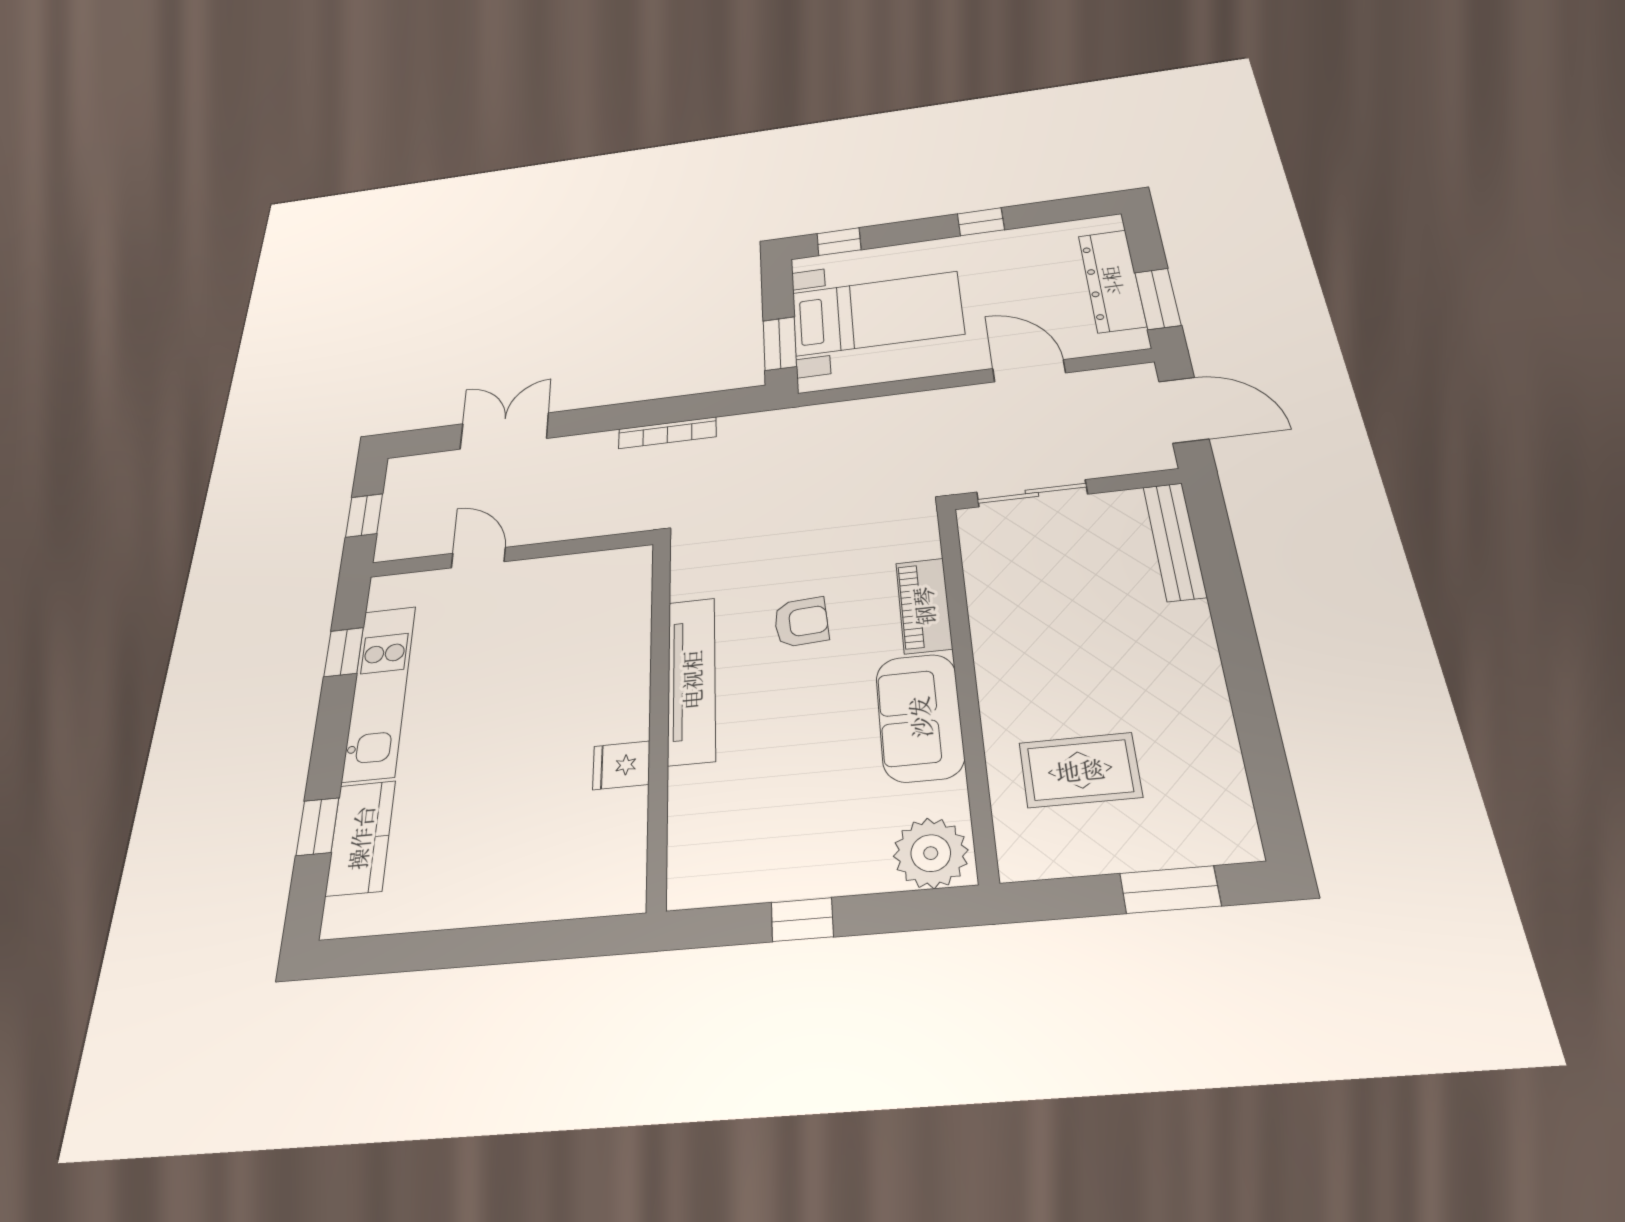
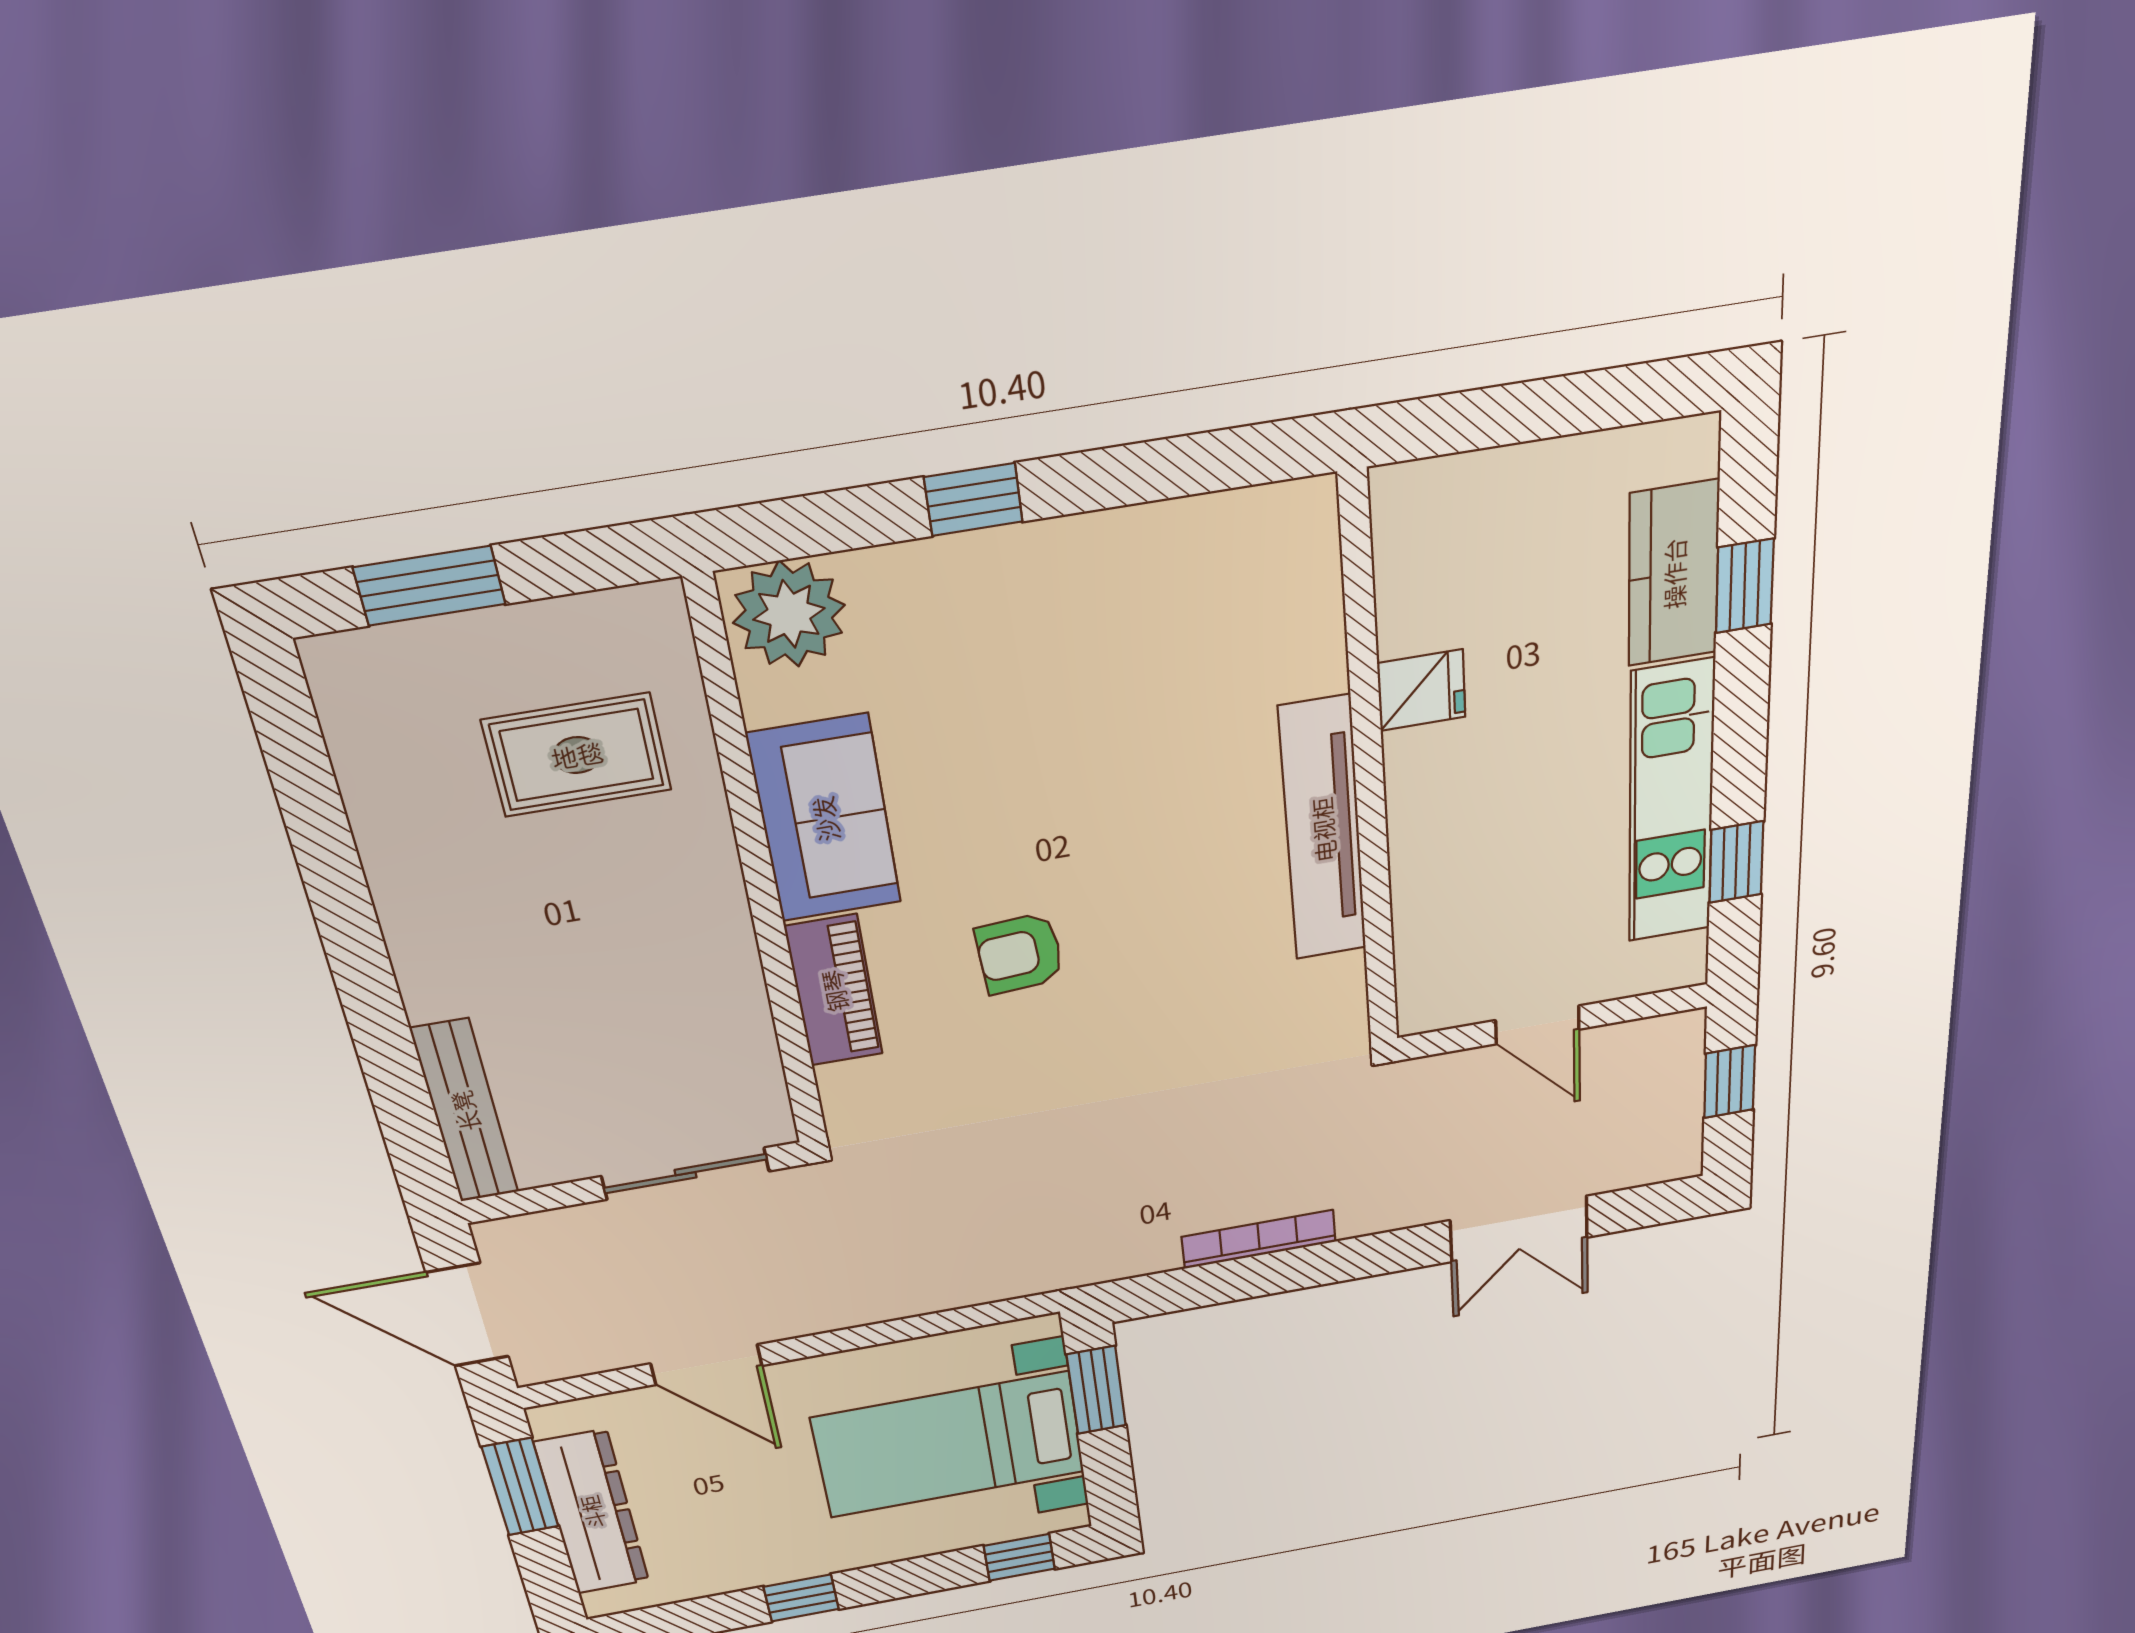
tv unit: (692, 680) -> (1323, 830), moved
wall: (659, 714) -> (1369, 774), moved
fridge: (621, 765) -> (1421, 690), moved

